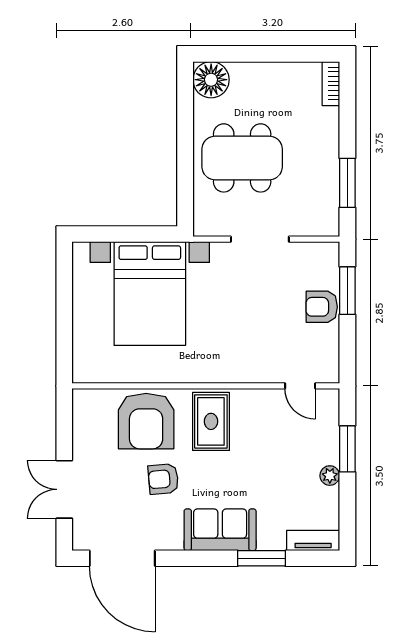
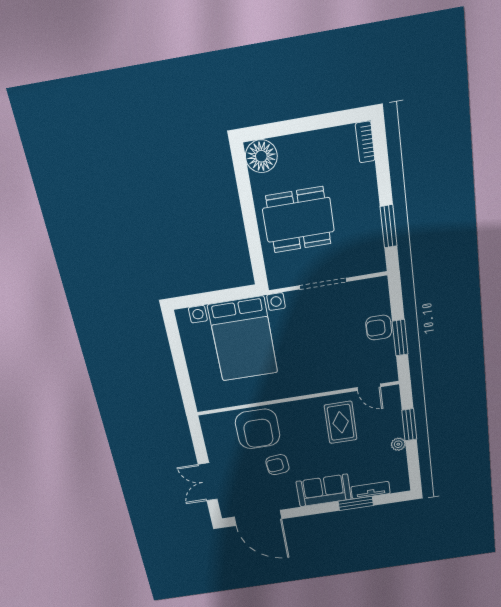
window: (347, 291) -> (400, 338), moved
rug: (211, 421) -> (341, 422), moved
tv unit: (313, 540) -> (371, 490), moved

